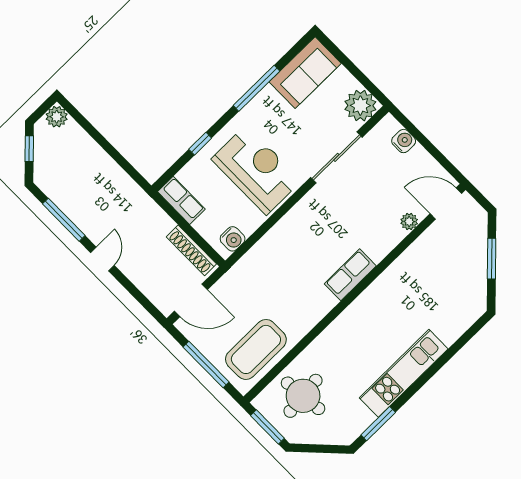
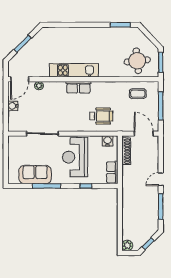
sofa: (305, 73) -> (35, 175), moved
plant: (360, 106) -> (16, 144), removed
water cooler: (404, 141) -> (13, 106), moved
door: (446, 204) -> (20, 79), hinge flipped
wheelchair: (277, 266) -> (101, 116), added
coffee table: (256, 349) -> (138, 94), width x0.54, depth x0.58
kitchen unit: (404, 373) -> (74, 70), moved, turned 180

